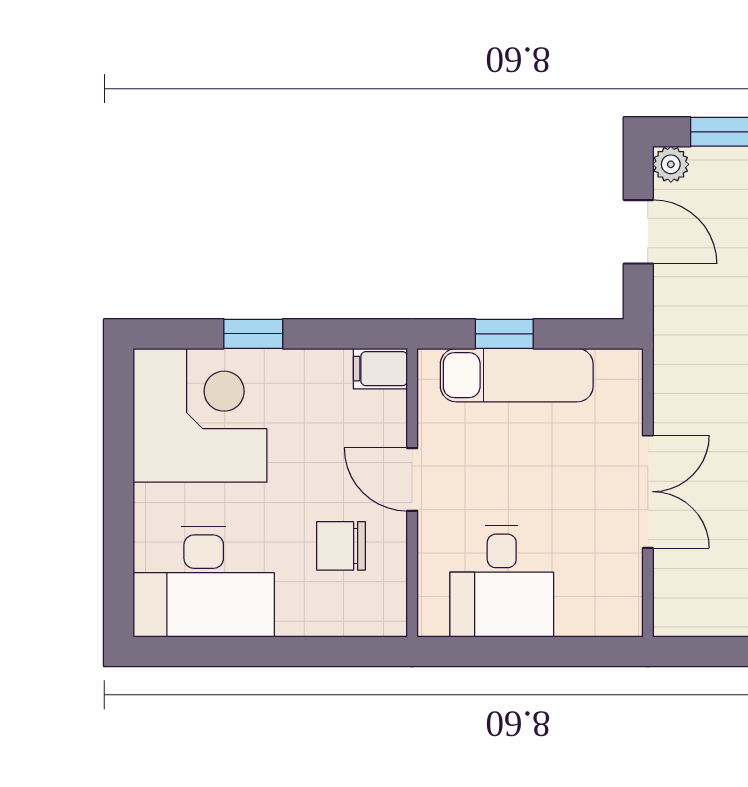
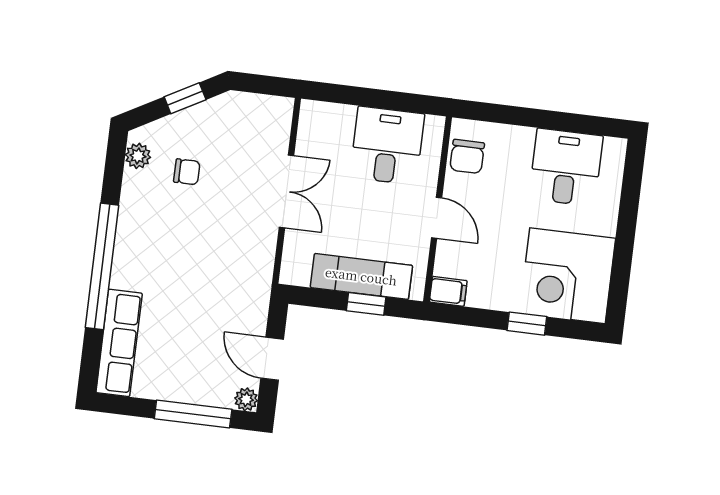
double door: (648, 492) -> (286, 191), swing flipped
chair: (341, 546) -> (467, 156), moved, turned 90
desk: (204, 582) -> (566, 167), width x0.73

